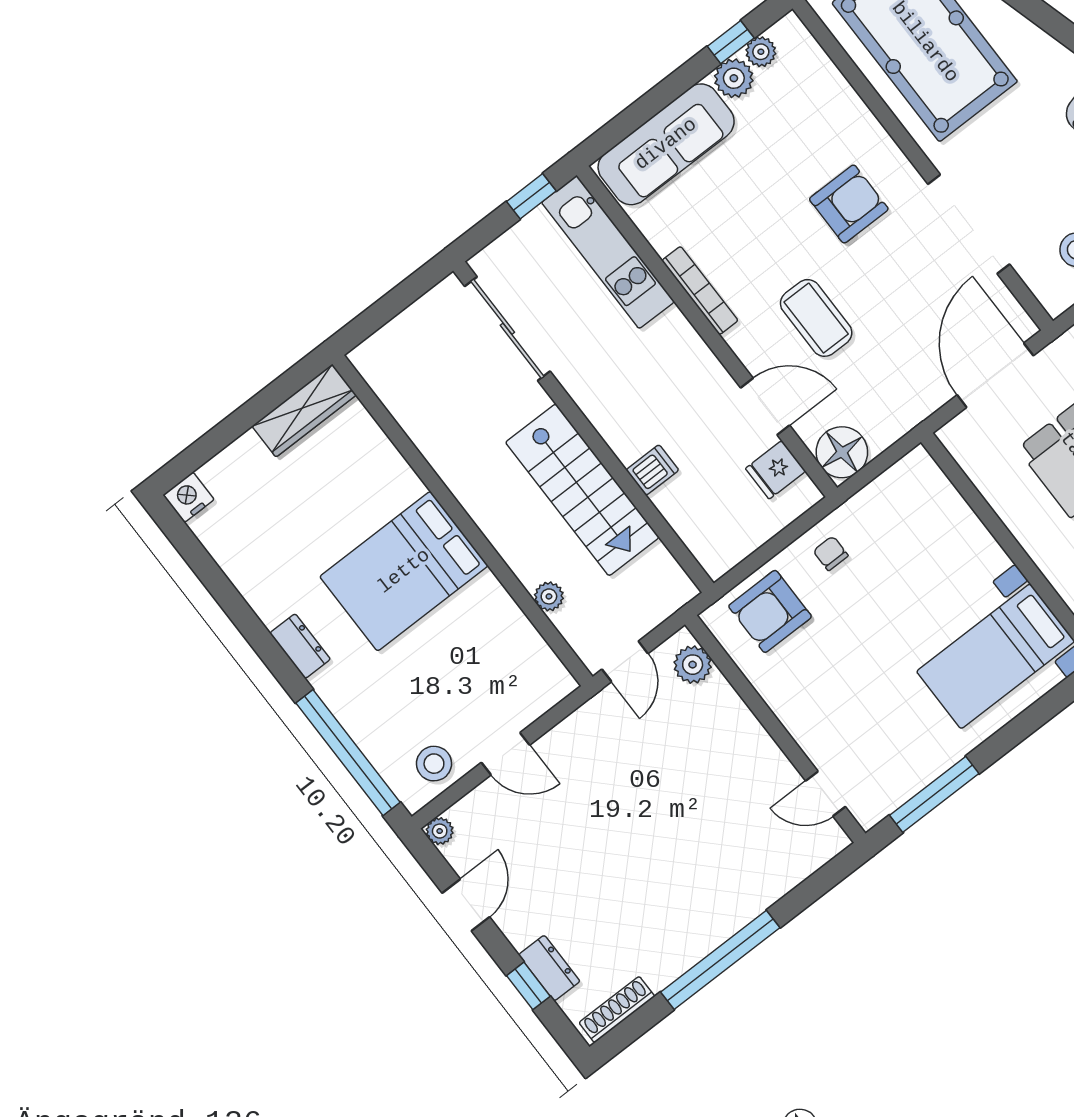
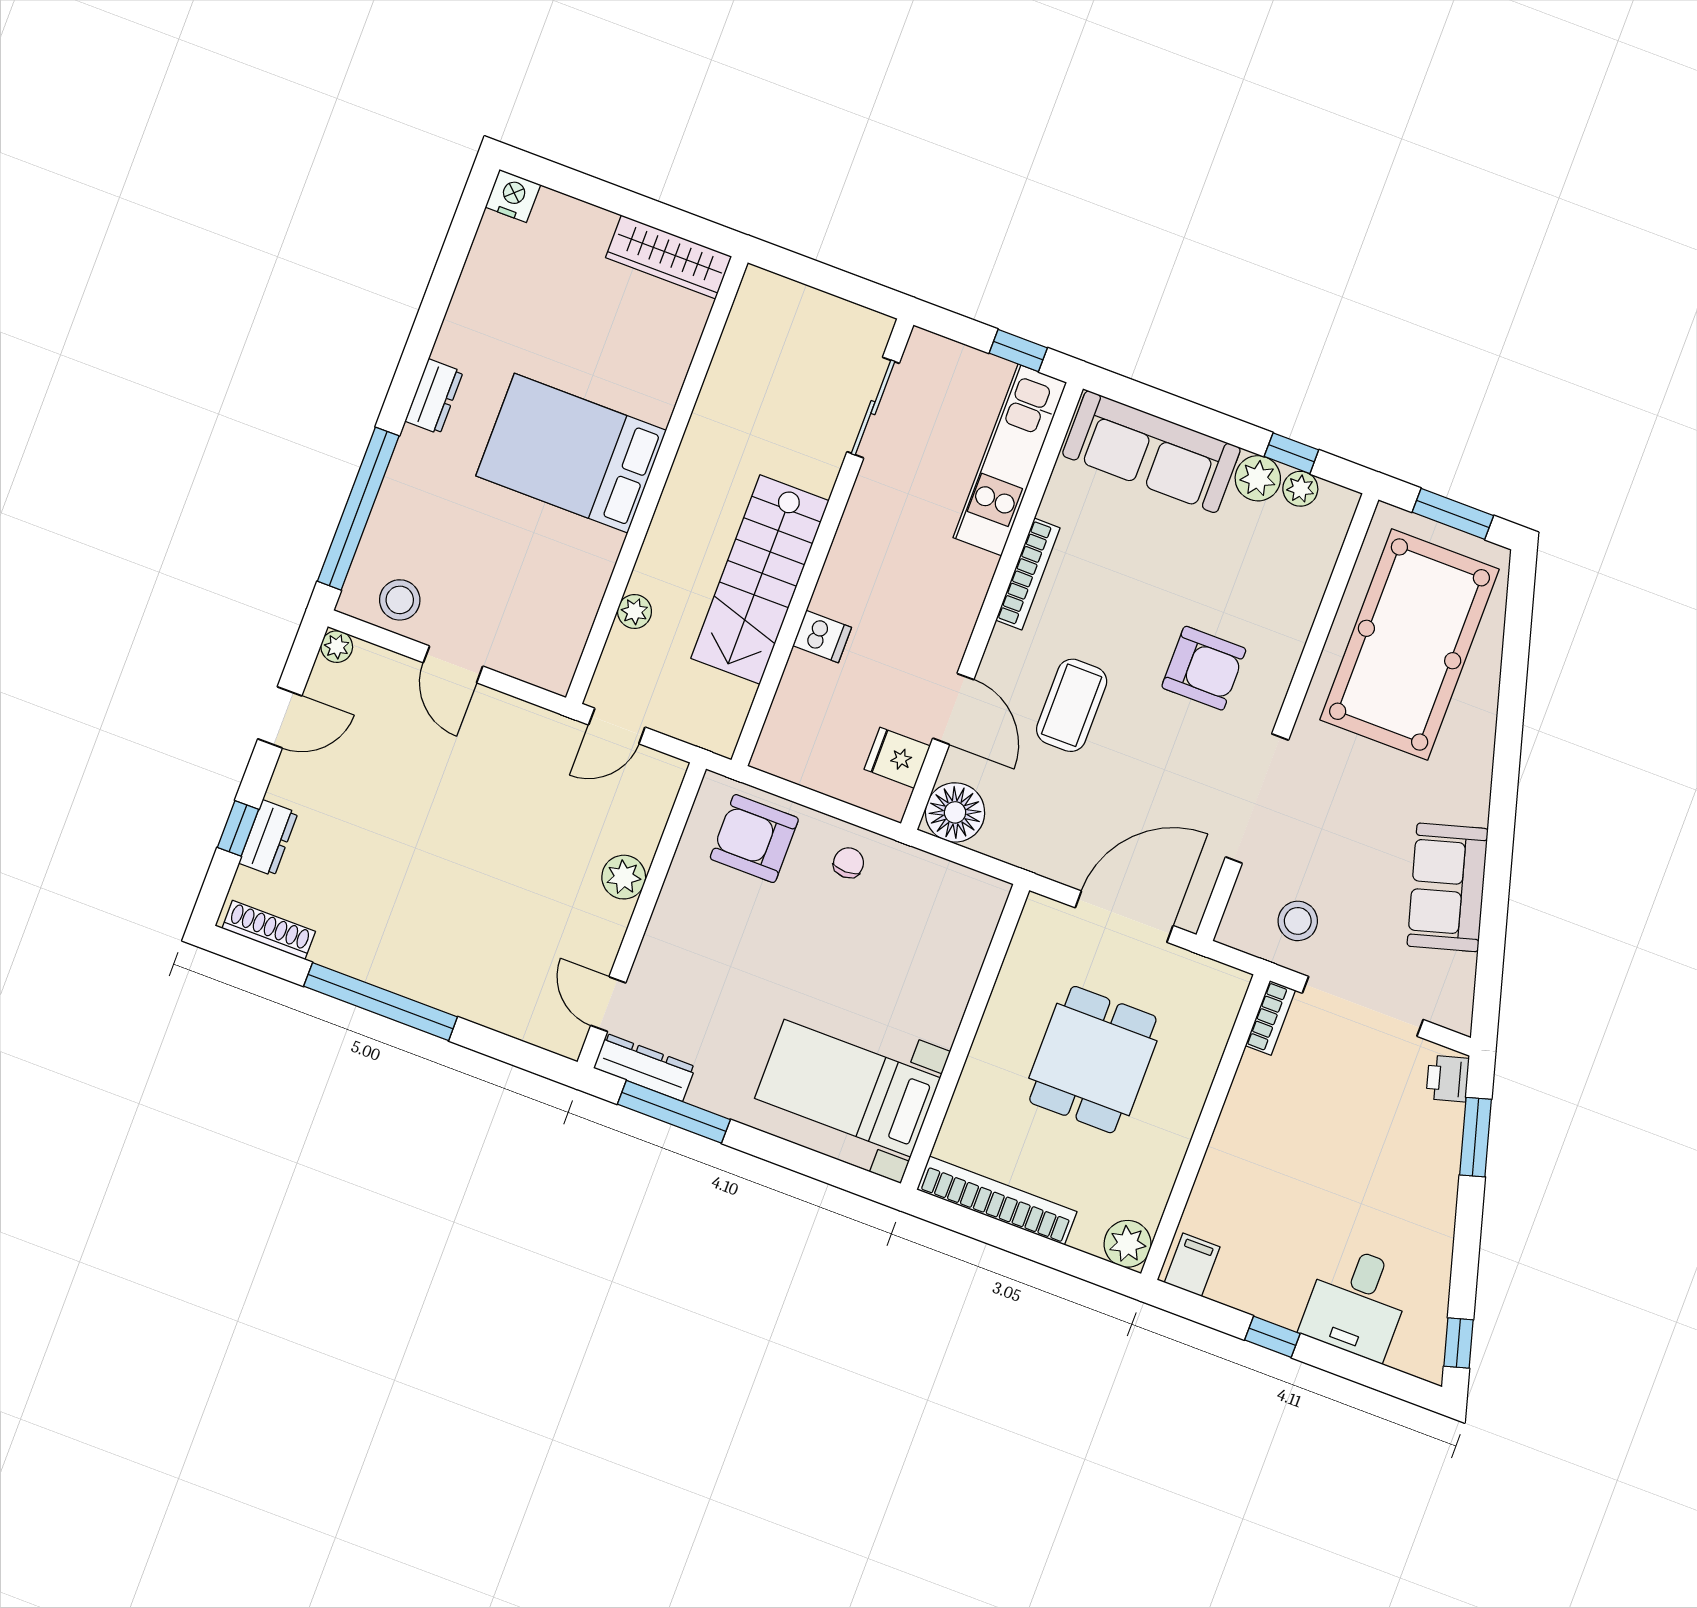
sliding door: (507, 329) -> (873, 408), width x0.73
plant: (693, 665) -> (624, 877), moved
dresser: (888, 796) -> (645, 1067), added

